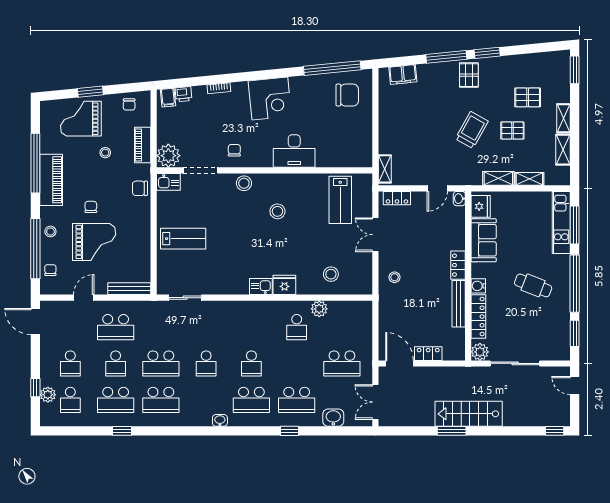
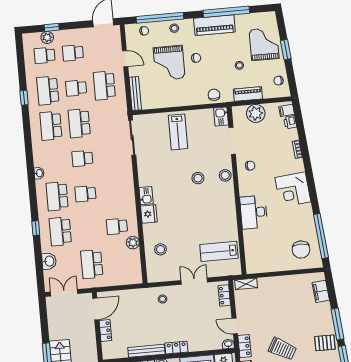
plant: (168, 156) -> (256, 113), moved
locker: (464, 178) -> (244, 346), added
stool: (277, 211) -> (198, 178), moved
sliding door: (185, 298) -> (132, 138), width x1.37

